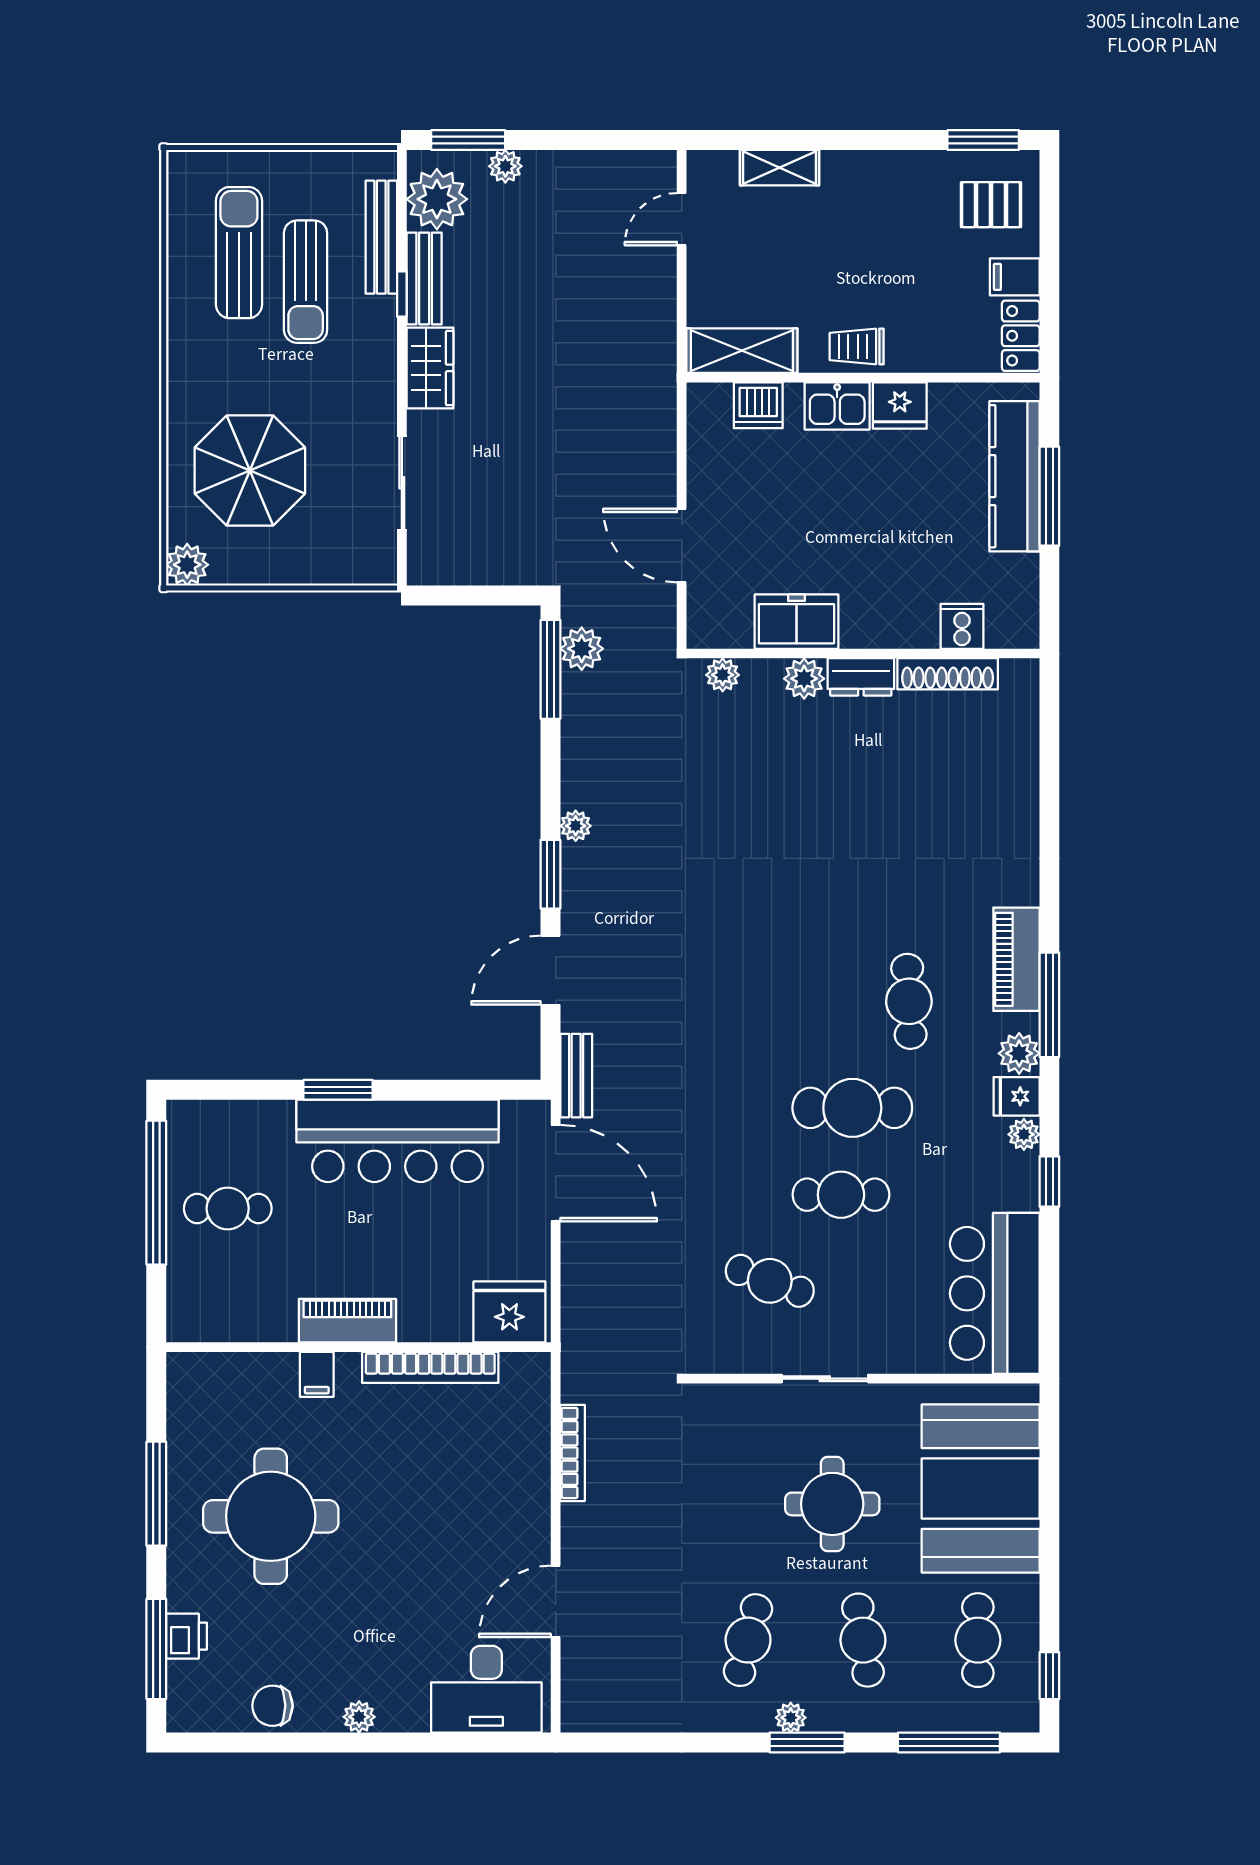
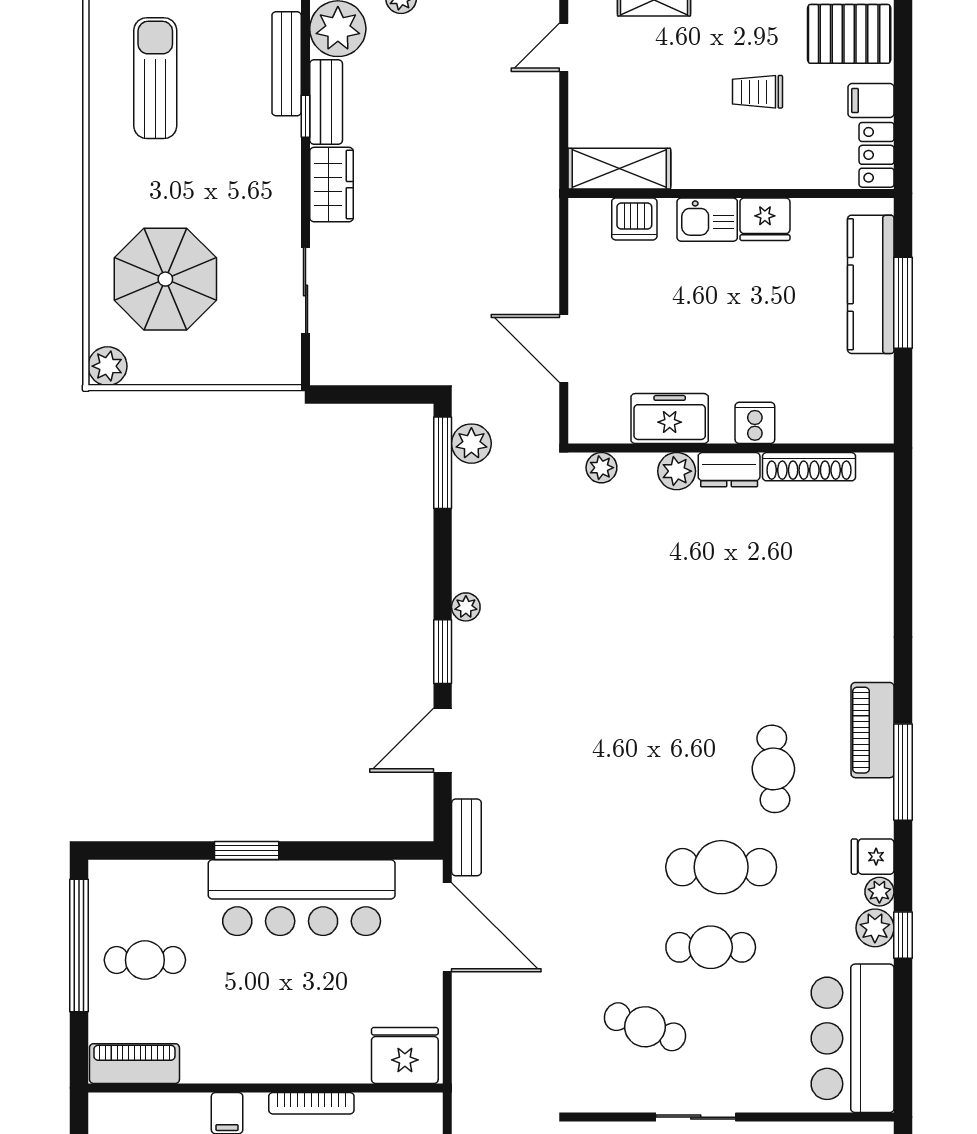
pallet: (991, 205) -> (849, 34), width x1.50, depth x1.42
sun lounger: (306, 282) -> (217, 105), removed
trolley: (857, 346) -> (757, 92), moved
cooker: (962, 626) -> (755, 423), moved
plant: (1019, 1053) -> (875, 928), moved
piano: (347, 1321) -> (134, 1064), moved
bookcase: (430, 1367) -> (311, 1103), width x0.68, depth x0.76

